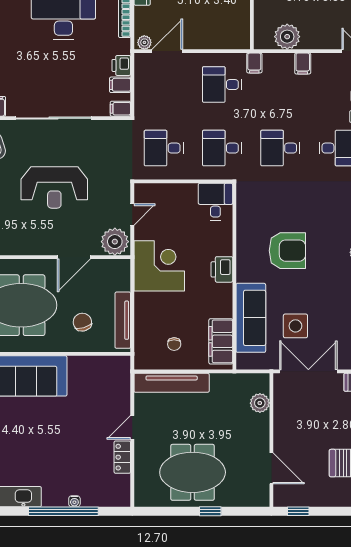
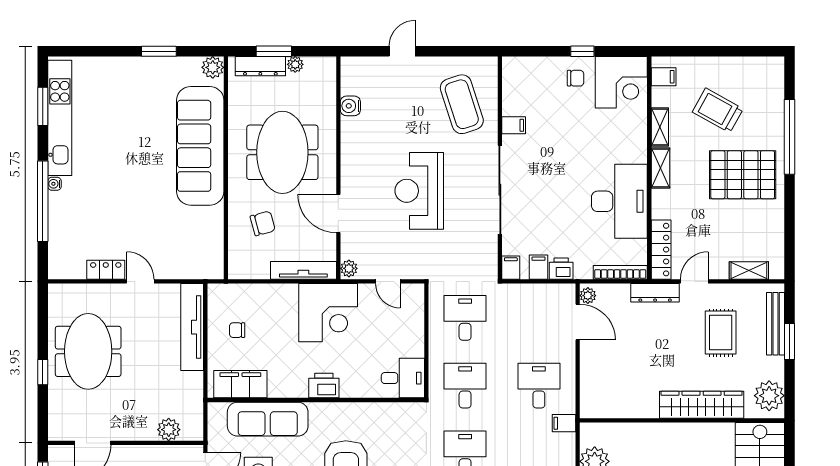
plant: (115, 242) -> (349, 268), width x0.53, depth x0.53
tv unit: (123, 320) -> (303, 270), moved
water cooler: (74, 501) -> (54, 184), moved

